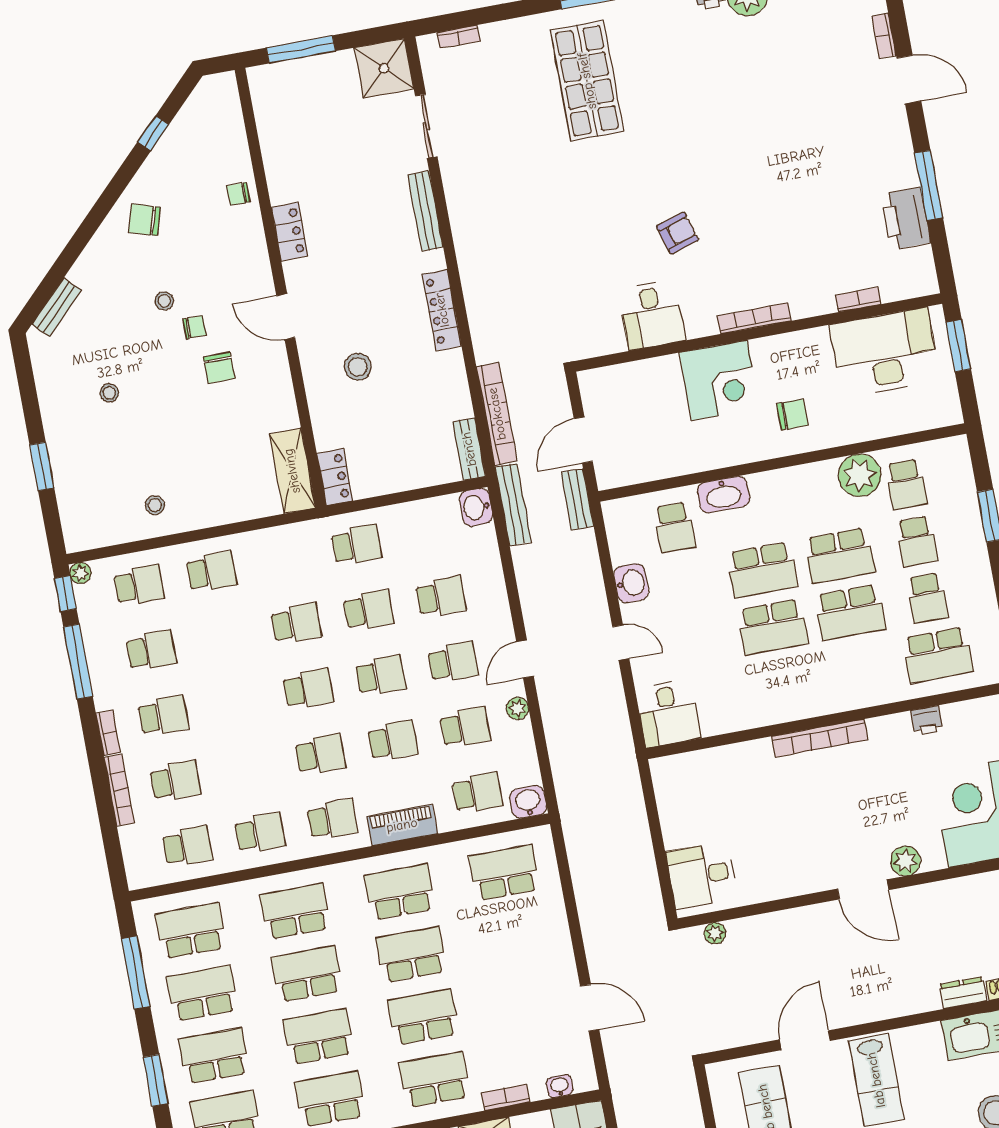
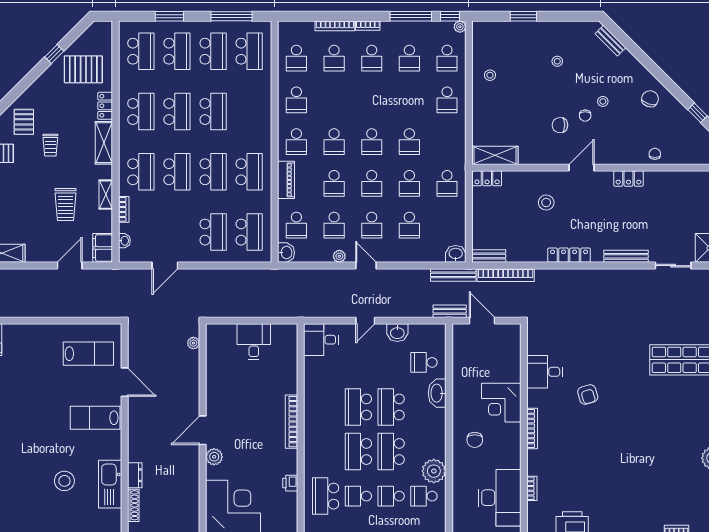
desk: (702, 875) -> (254, 342), moved
school desk: (295, 911) -> (213, 232), moved

